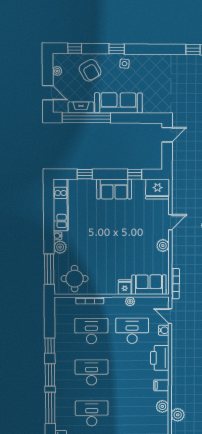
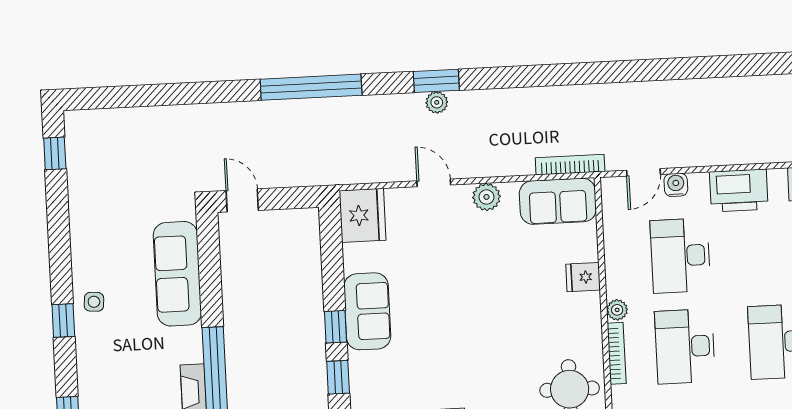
armchair: (90, 70) -> (113, 376), removed
sofa: (119, 103) -> (177, 274), moved
window: (135, 174) -> (336, 327), moved
sofa: (149, 285) -> (558, 201), moved, turned -90
plant: (130, 301) -> (617, 310), moved

